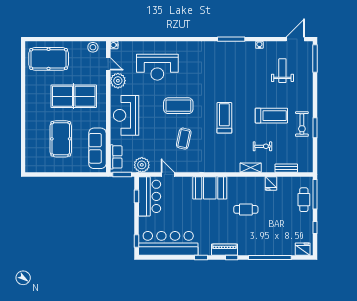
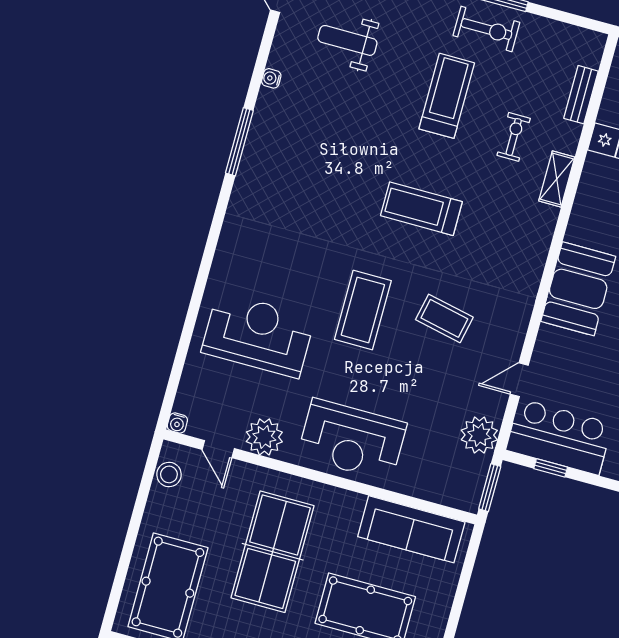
door: (108, 64) -> (218, 449), swing flipped
reception desk: (157, 67) -> (258, 335), turned -90
row of seats: (116, 157) -> (444, 491), removed

